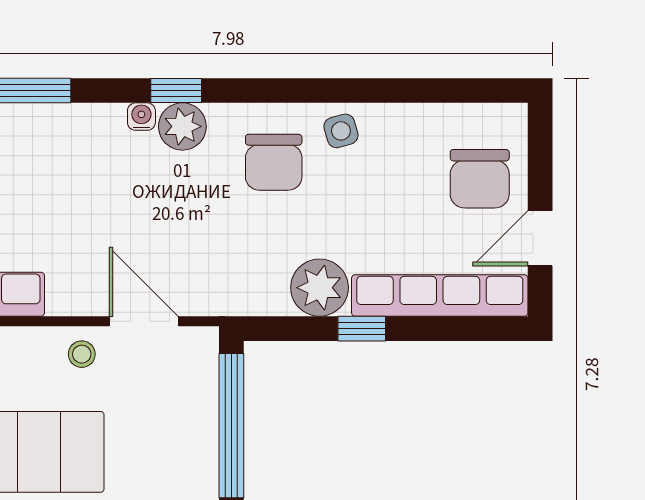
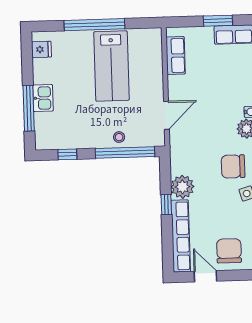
chair: (480, 179) -> (229, 251), turned 90
stool: (82, 354) -> (119, 137), moved

